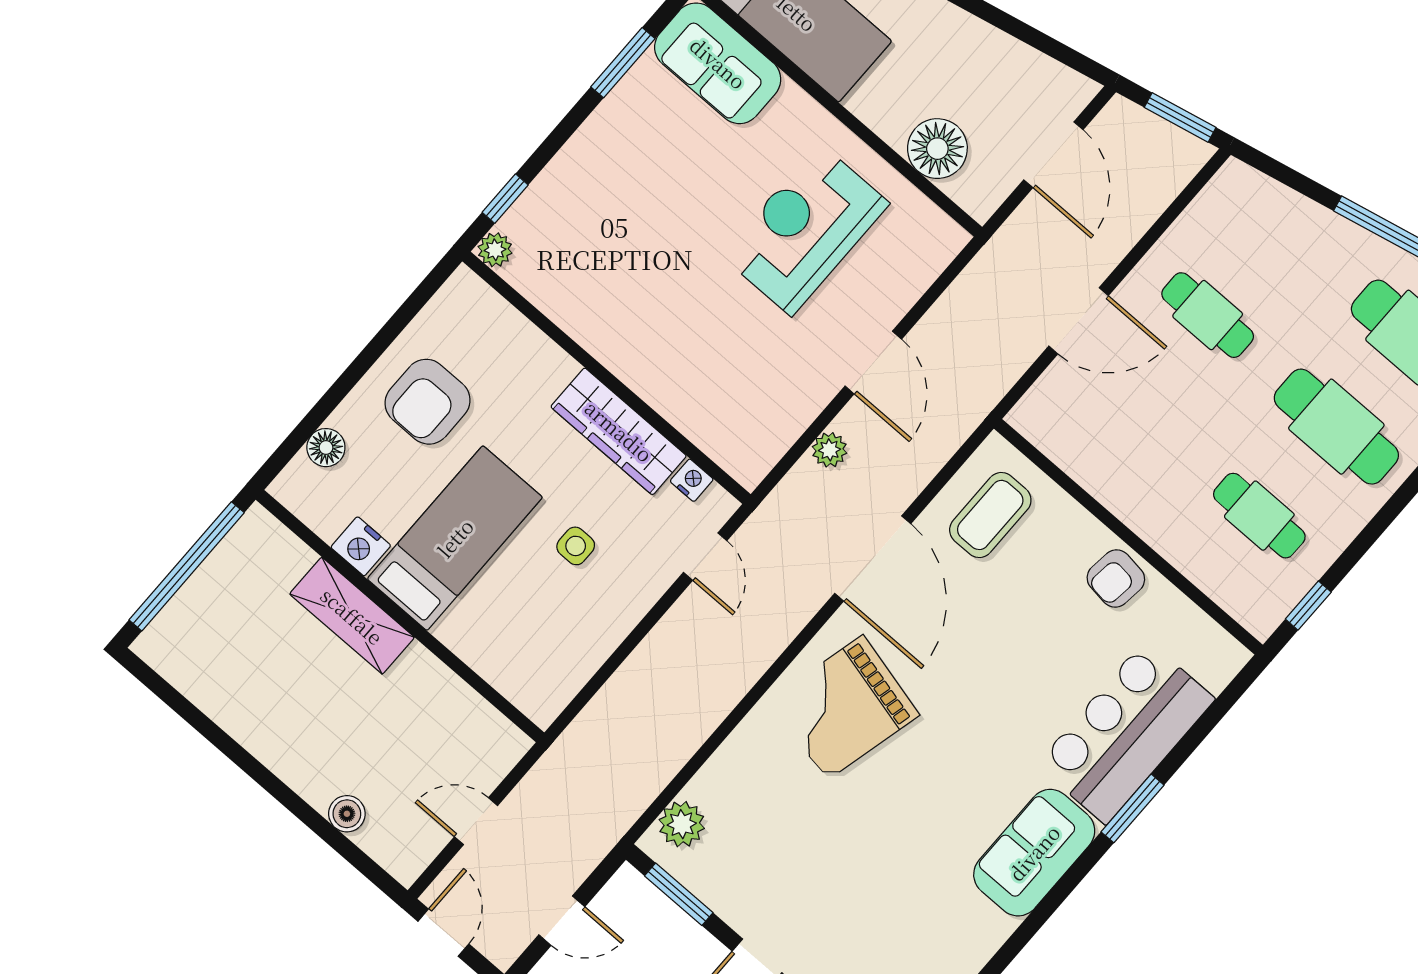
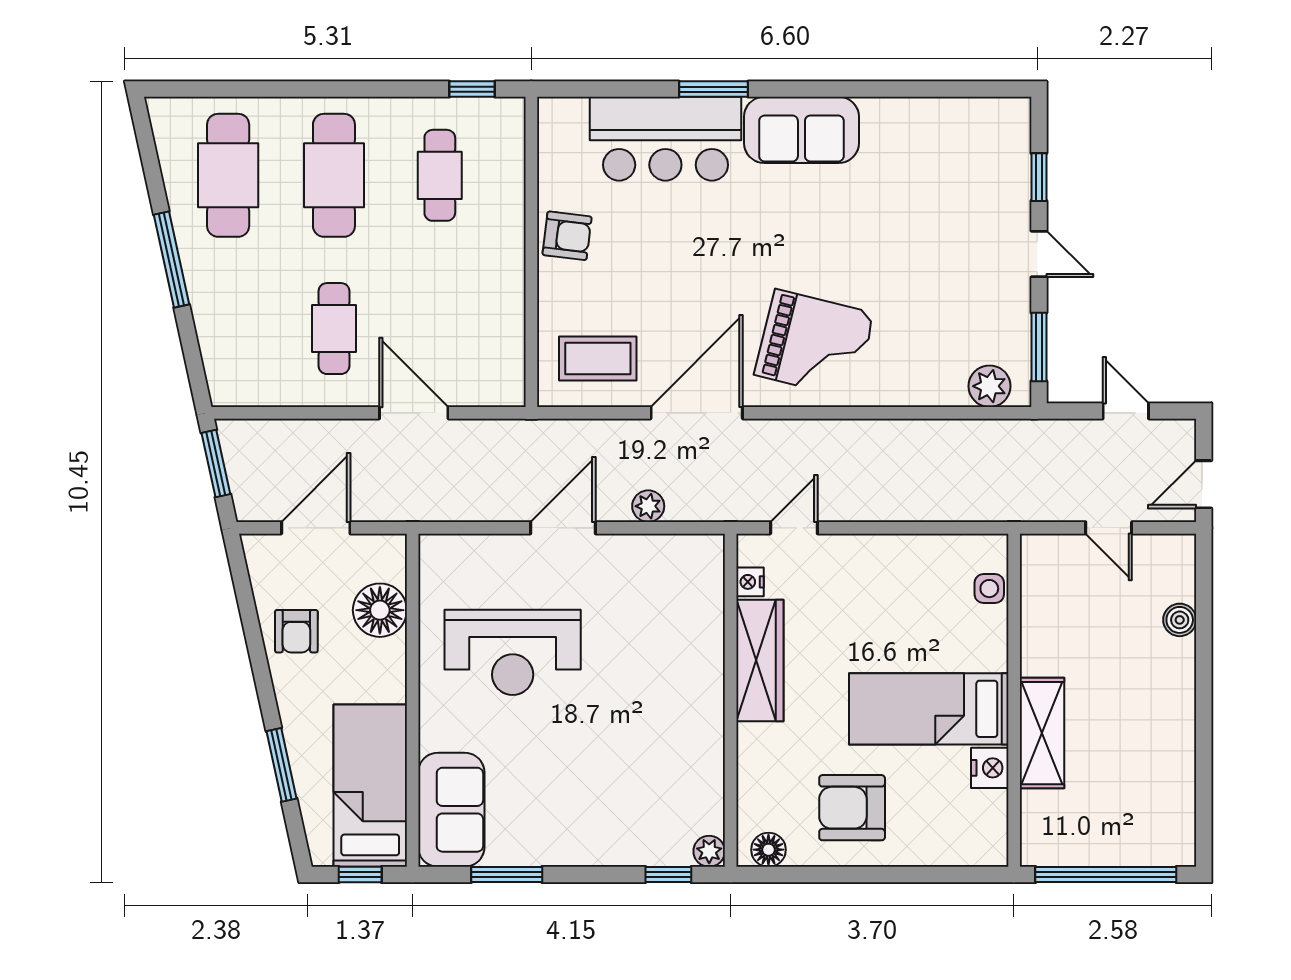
armchair: (981, 63) -> (296, 631), added
armchair: (428, 402) -> (852, 808), turned 180
floor lamp: (326, 448) -> (768, 850), moved
side table: (576, 546) -> (989, 589), moved

